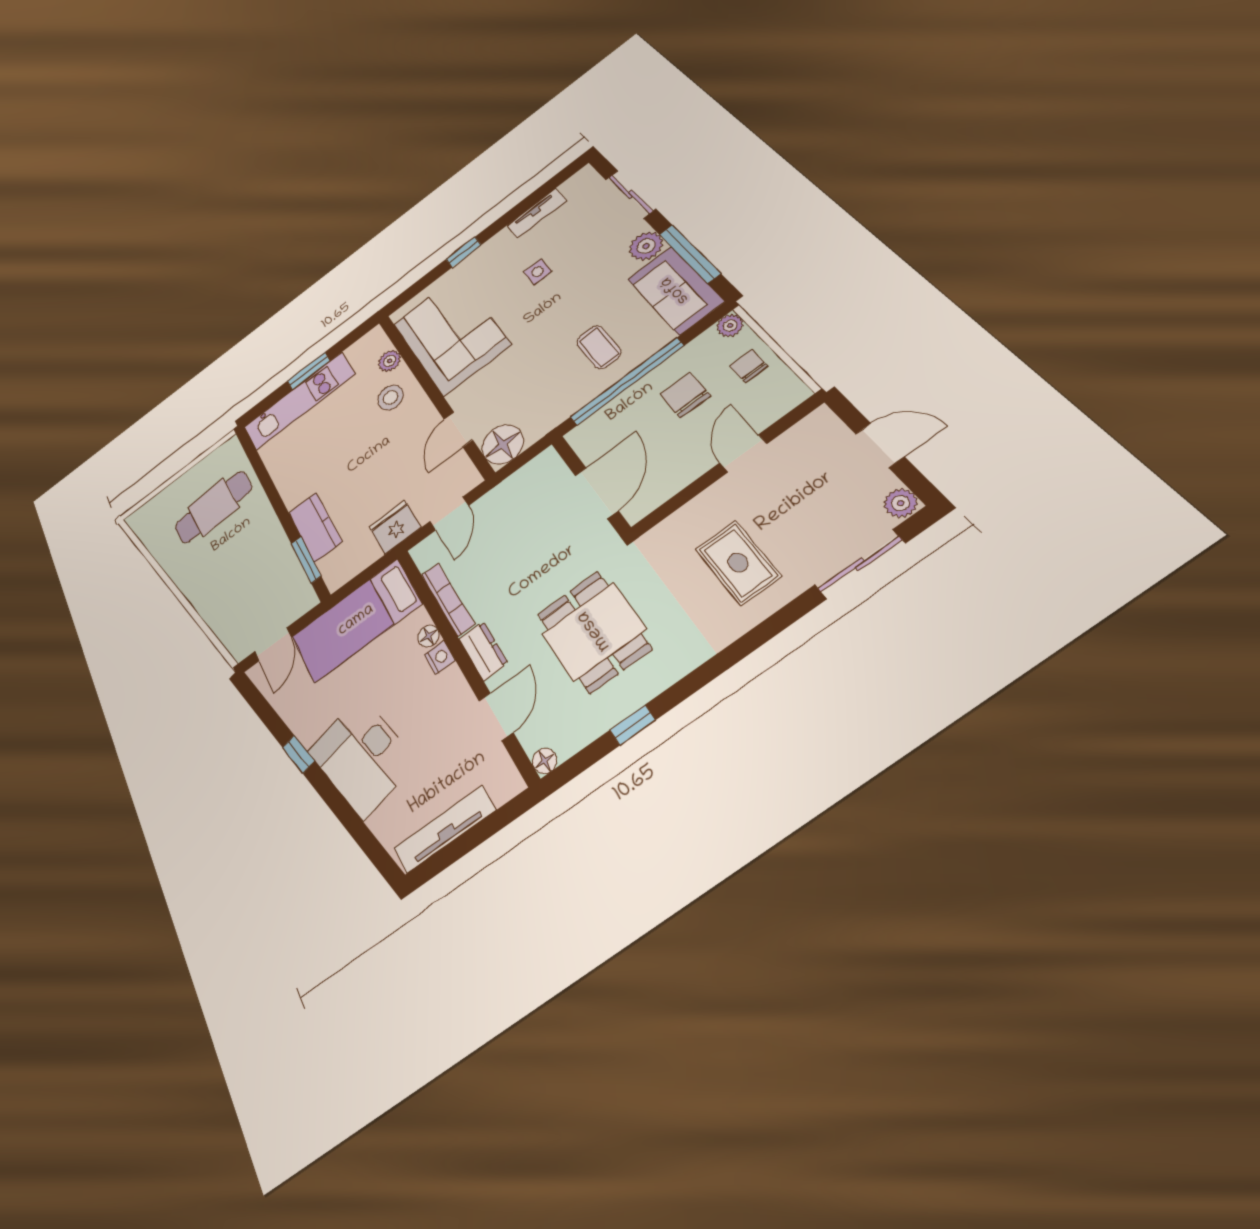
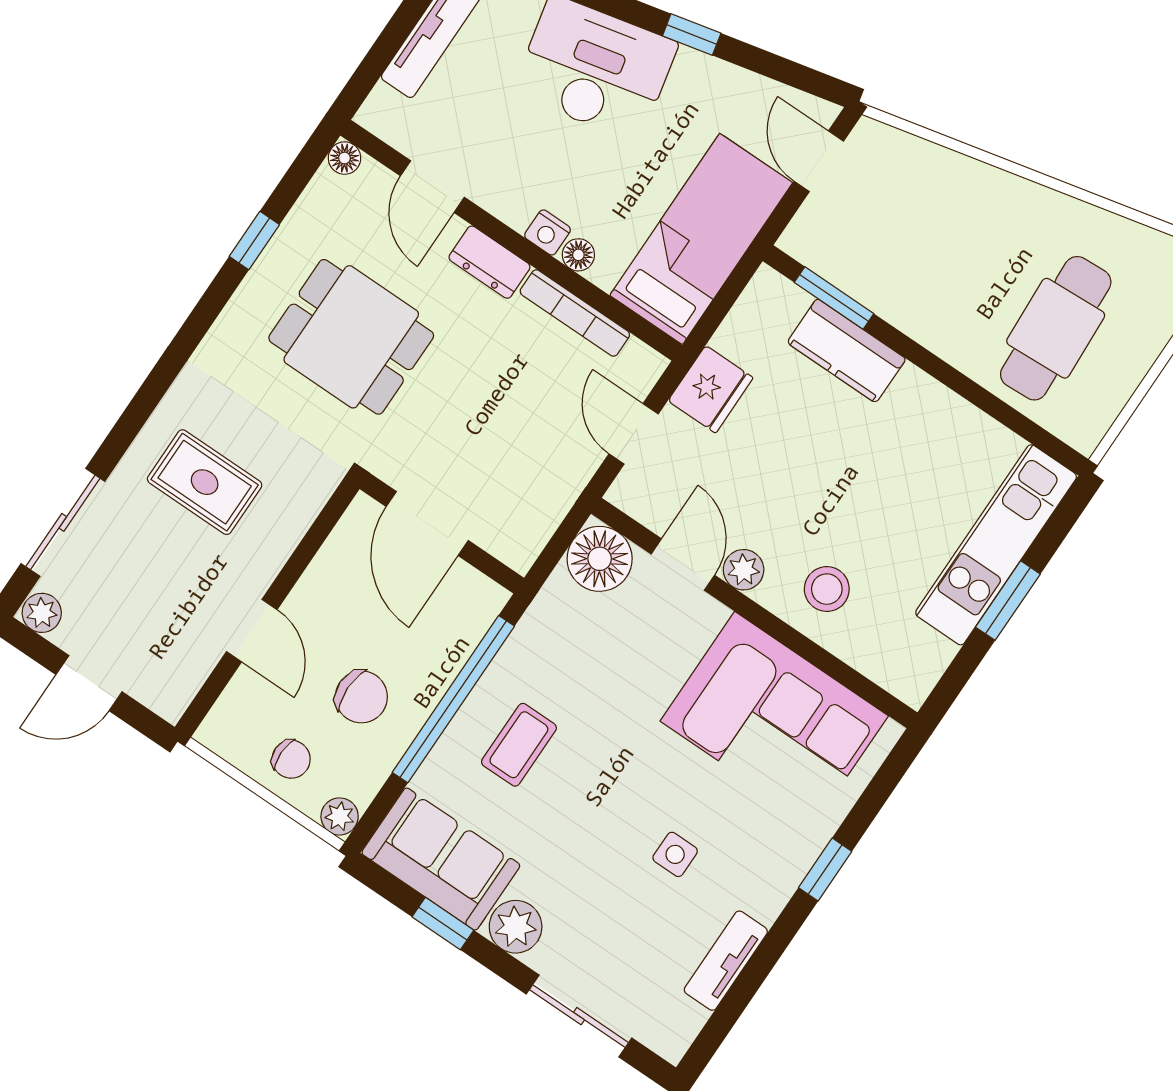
window: (690, 254) -> (443, 924), width x0.46
coffee table: (599, 347) -> (519, 745), turned 90
plant: (390, 361) -> (744, 570), moved

